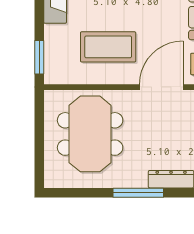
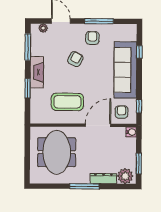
window: (39, 57) -> (28, 88), moved

